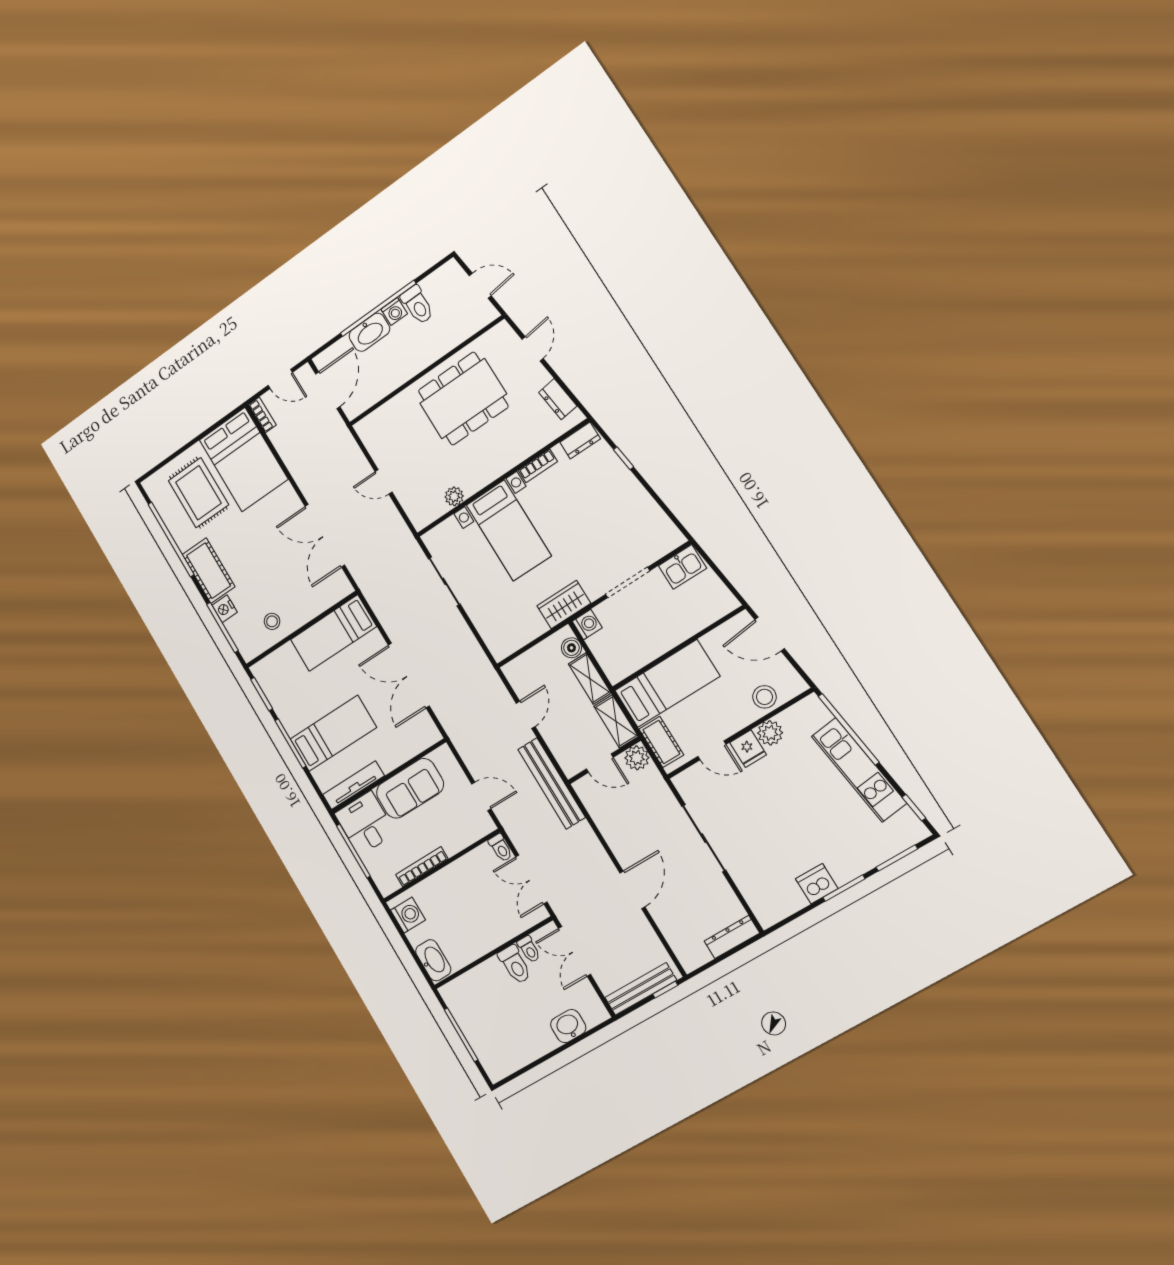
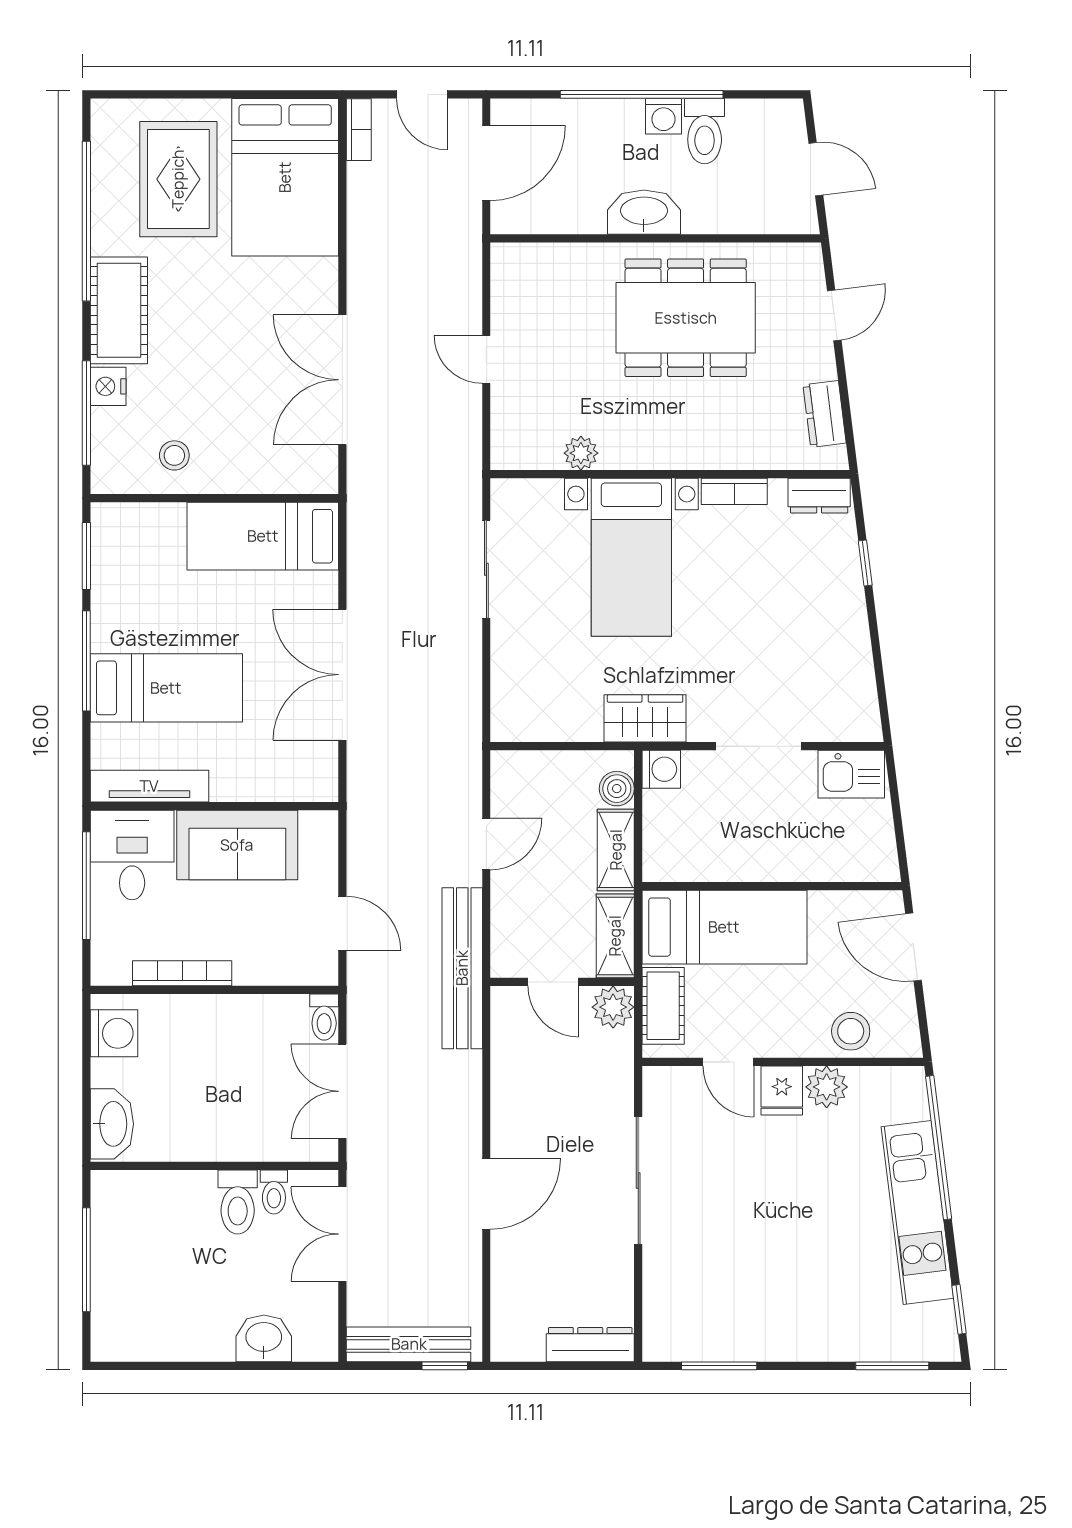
washbasin: (369, 332) -> (644, 212), moved, turned 180
dishwasher: (817, 884) -> (759, 1338), removed
window: (844, 888) -> (719, 1366), moved

